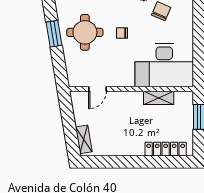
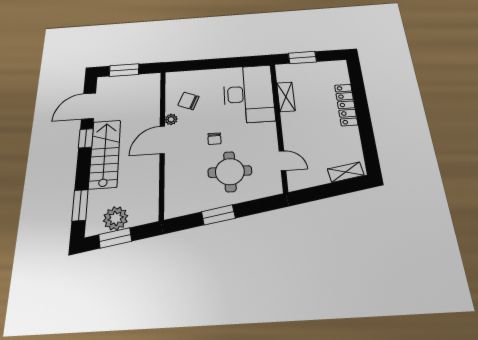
round table: (85, 32) -> (230, 172), moved
locker: (166, 149) -> (346, 105), moved

